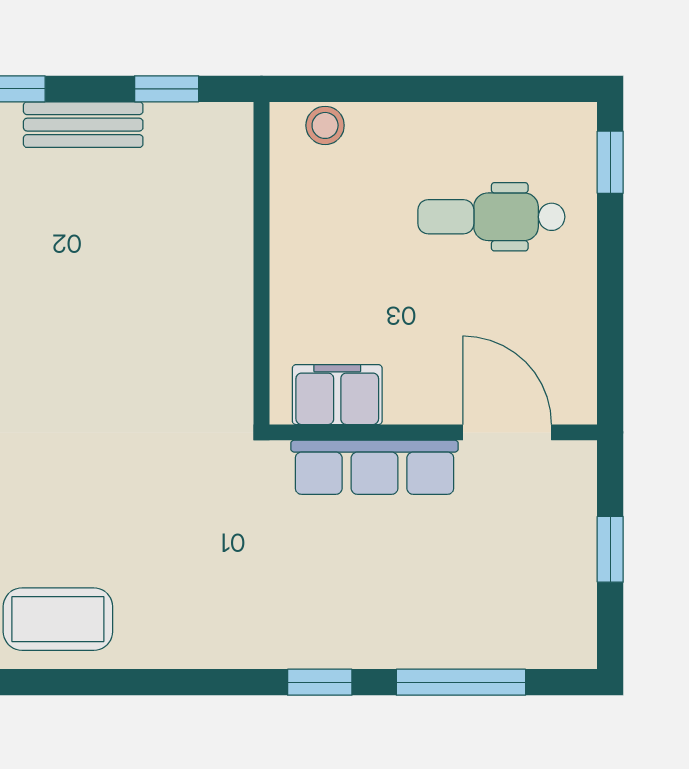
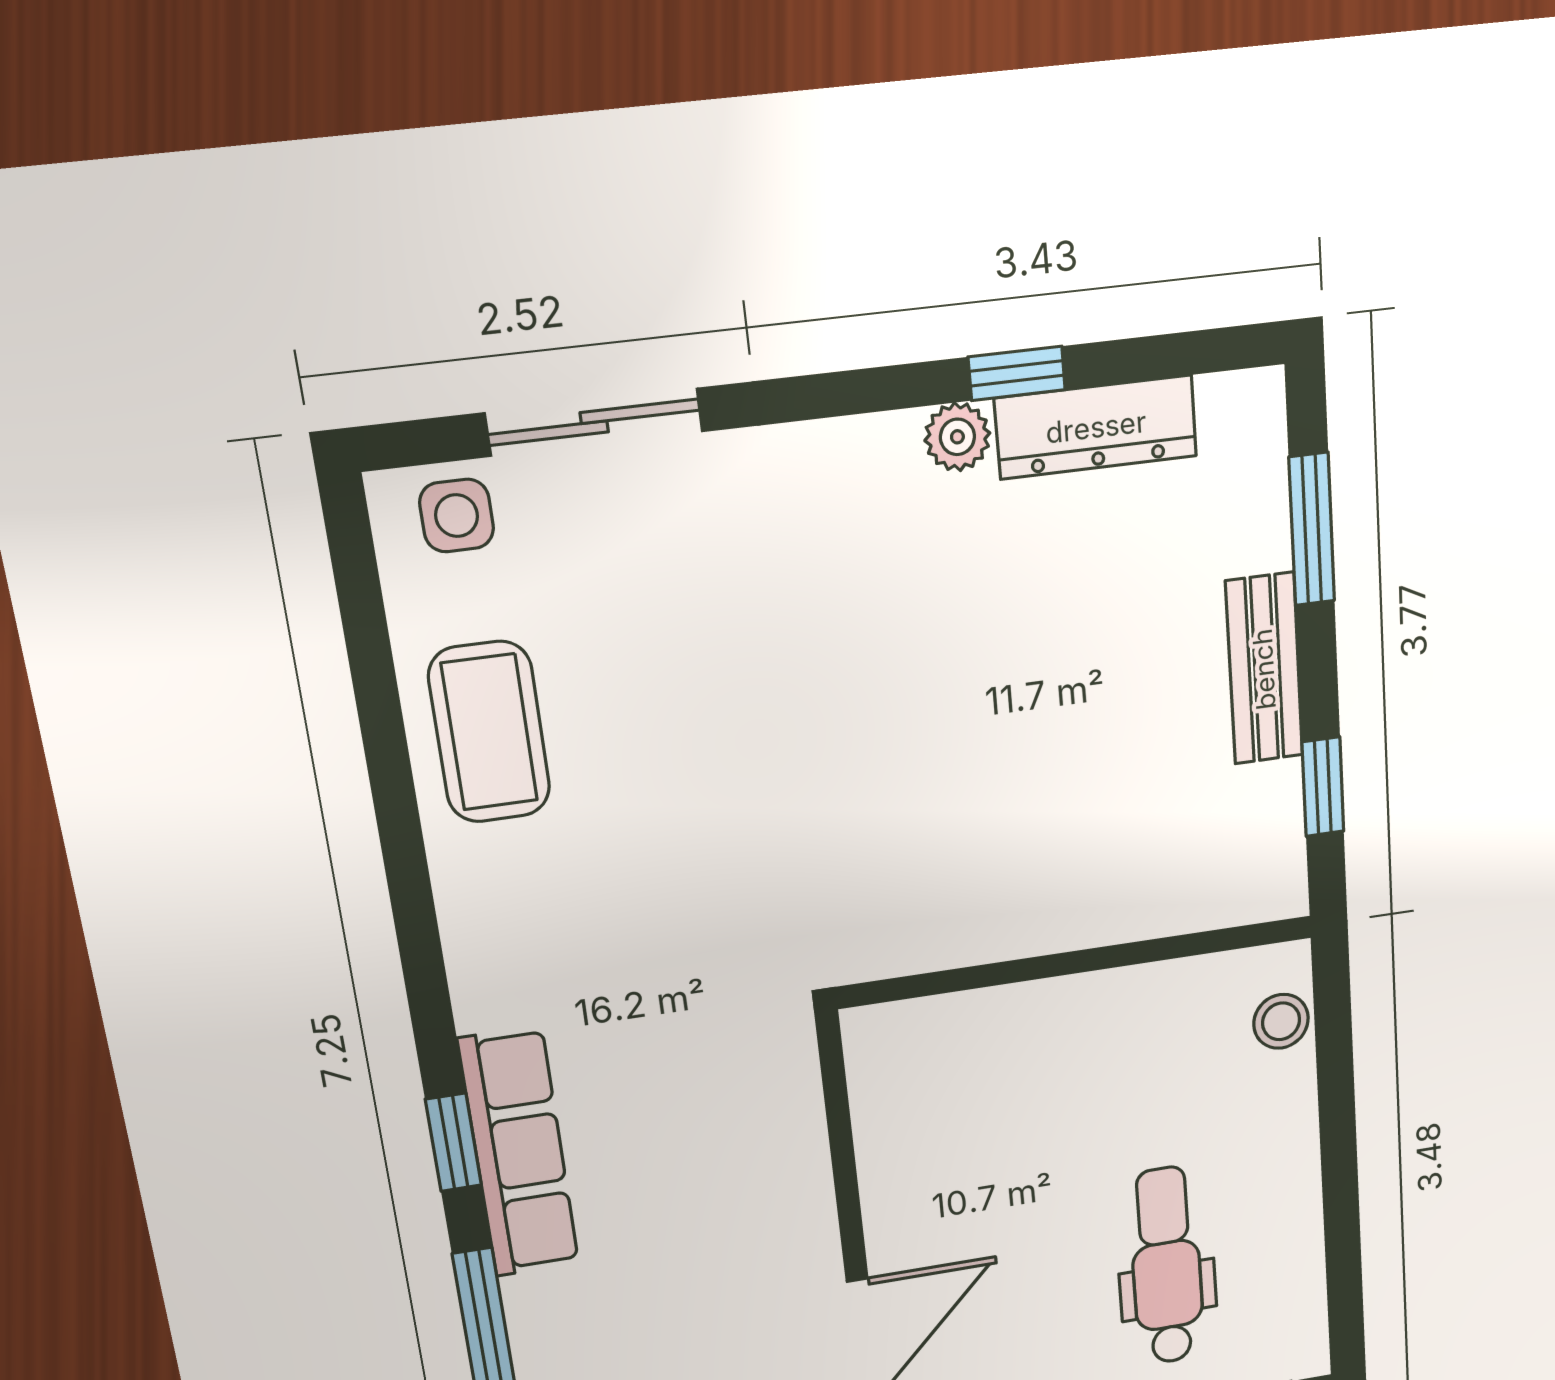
filing cabinet: (337, 395) -> (893, 1099), removed
row of seats: (375, 467) -> (519, 1153), moved, turned 180

